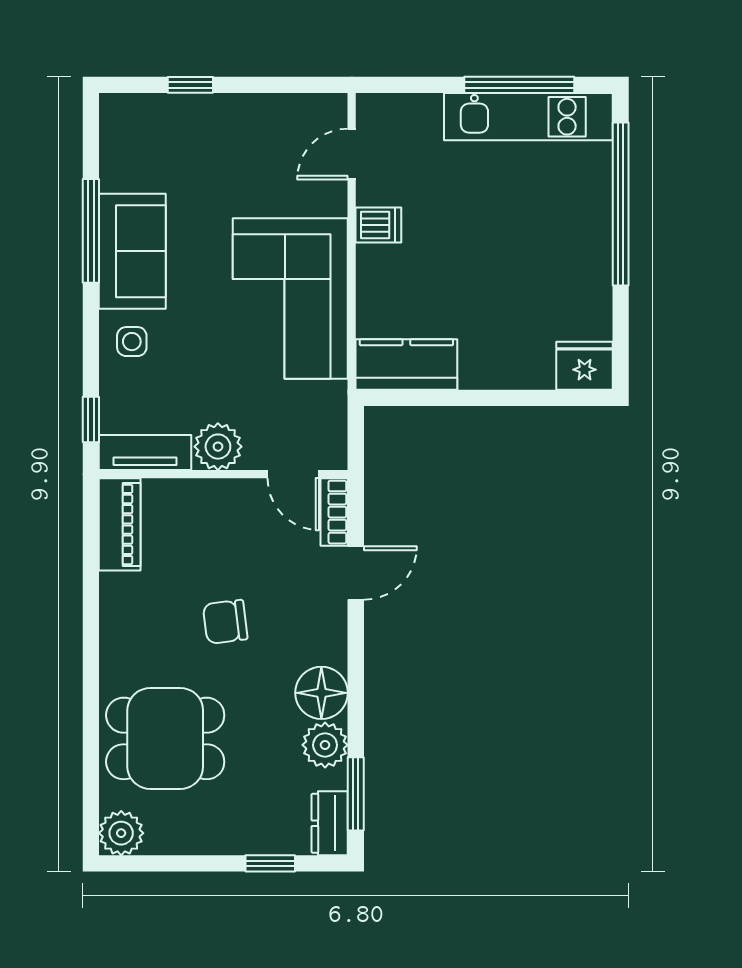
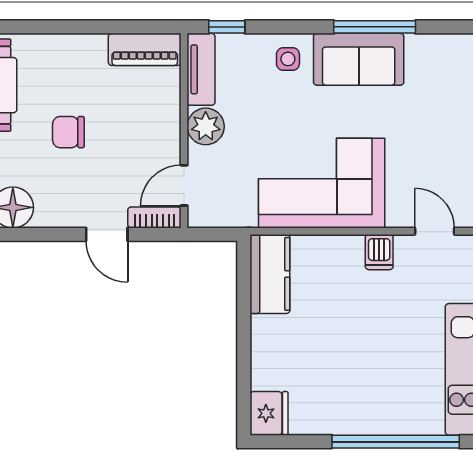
chair: (225, 622) -> (68, 132), turned -83

